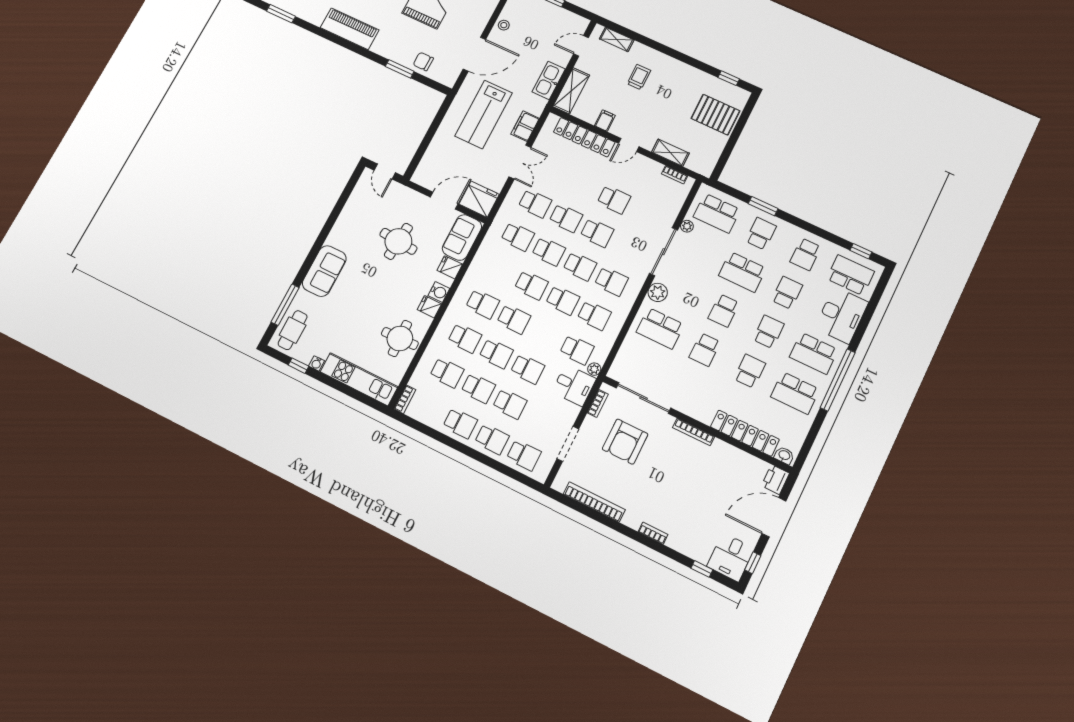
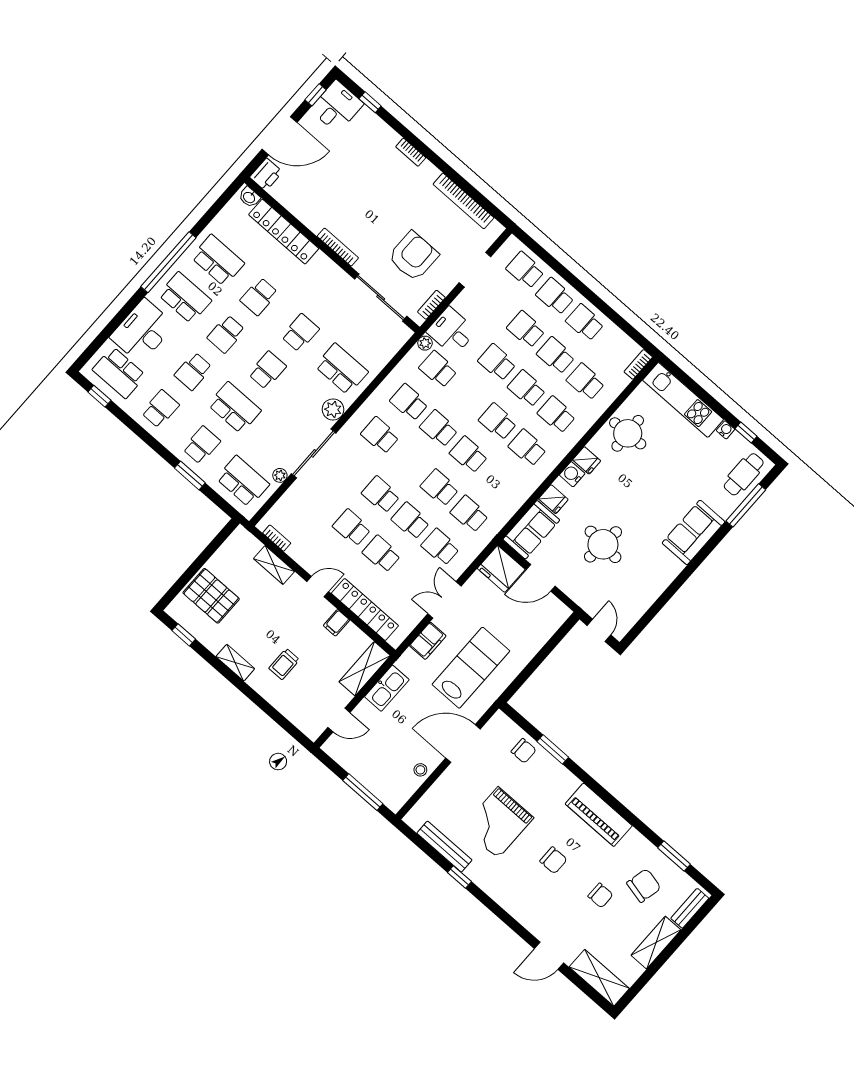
shelving: (617, 39) -> (235, 663), moved
school desk: (761, 234) -> (202, 445), turned 180
school desk: (580, 266) -> (382, 554), moved

